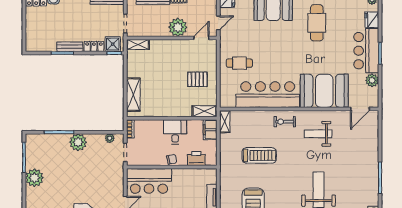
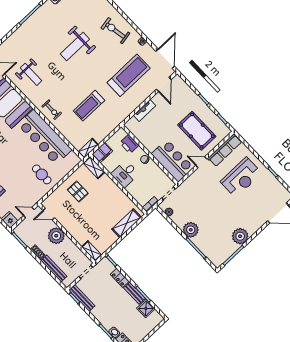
shower: (113, 44) -> (146, 308), moved
weight bench: (318, 134) -> (31, 74), moved
treadmill: (259, 155) -> (89, 106), turned -90

